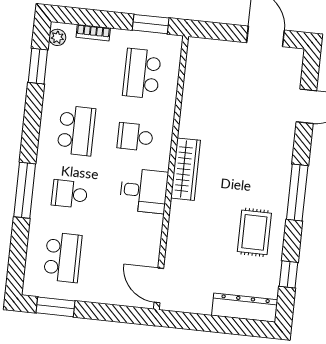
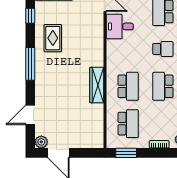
plant: (293, 58) -> (41, 142), added
school desk: (135, 137) -> (128, 86), width x1.85
wardrobe: (186, 169) -> (97, 85), moved
desk: (144, 191) -> (120, 26), moved

